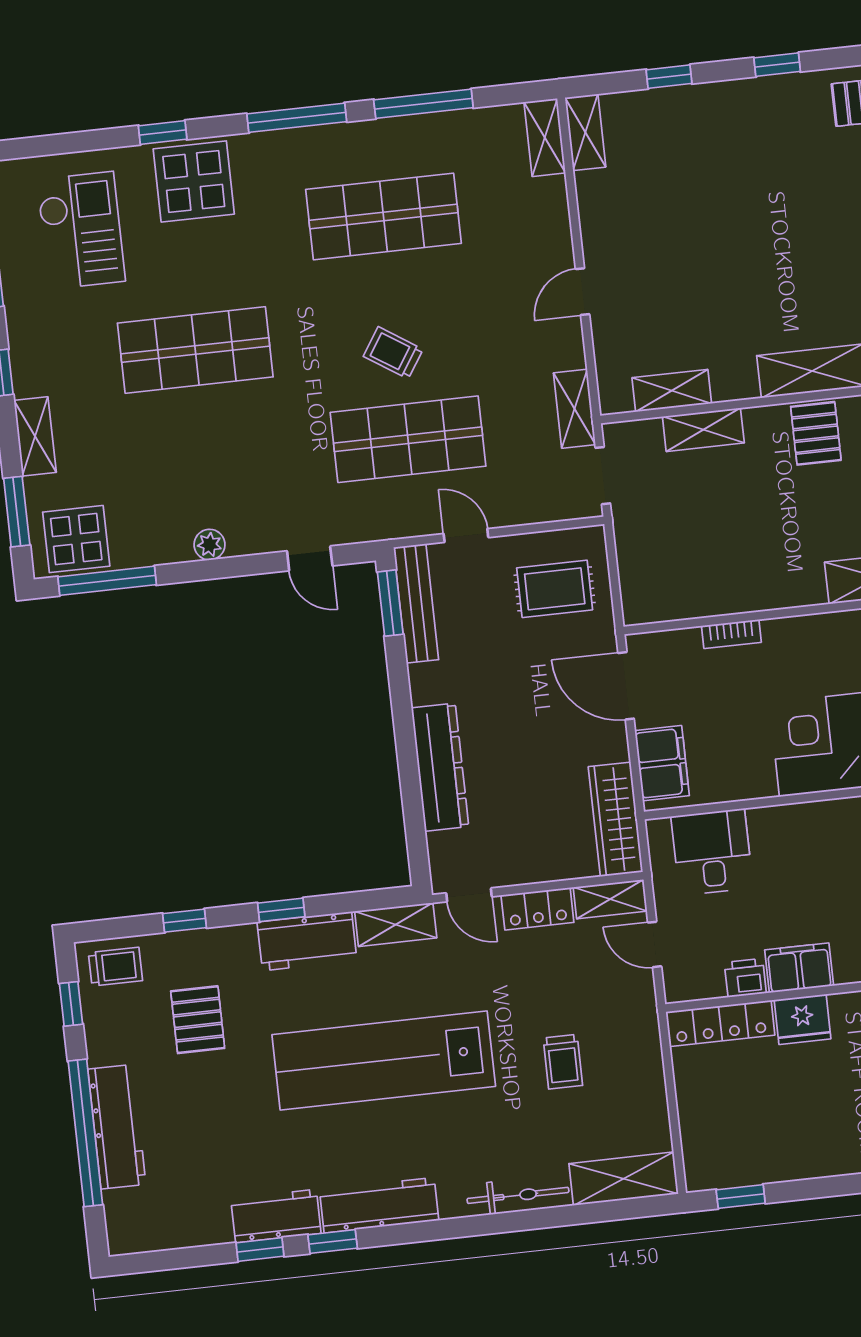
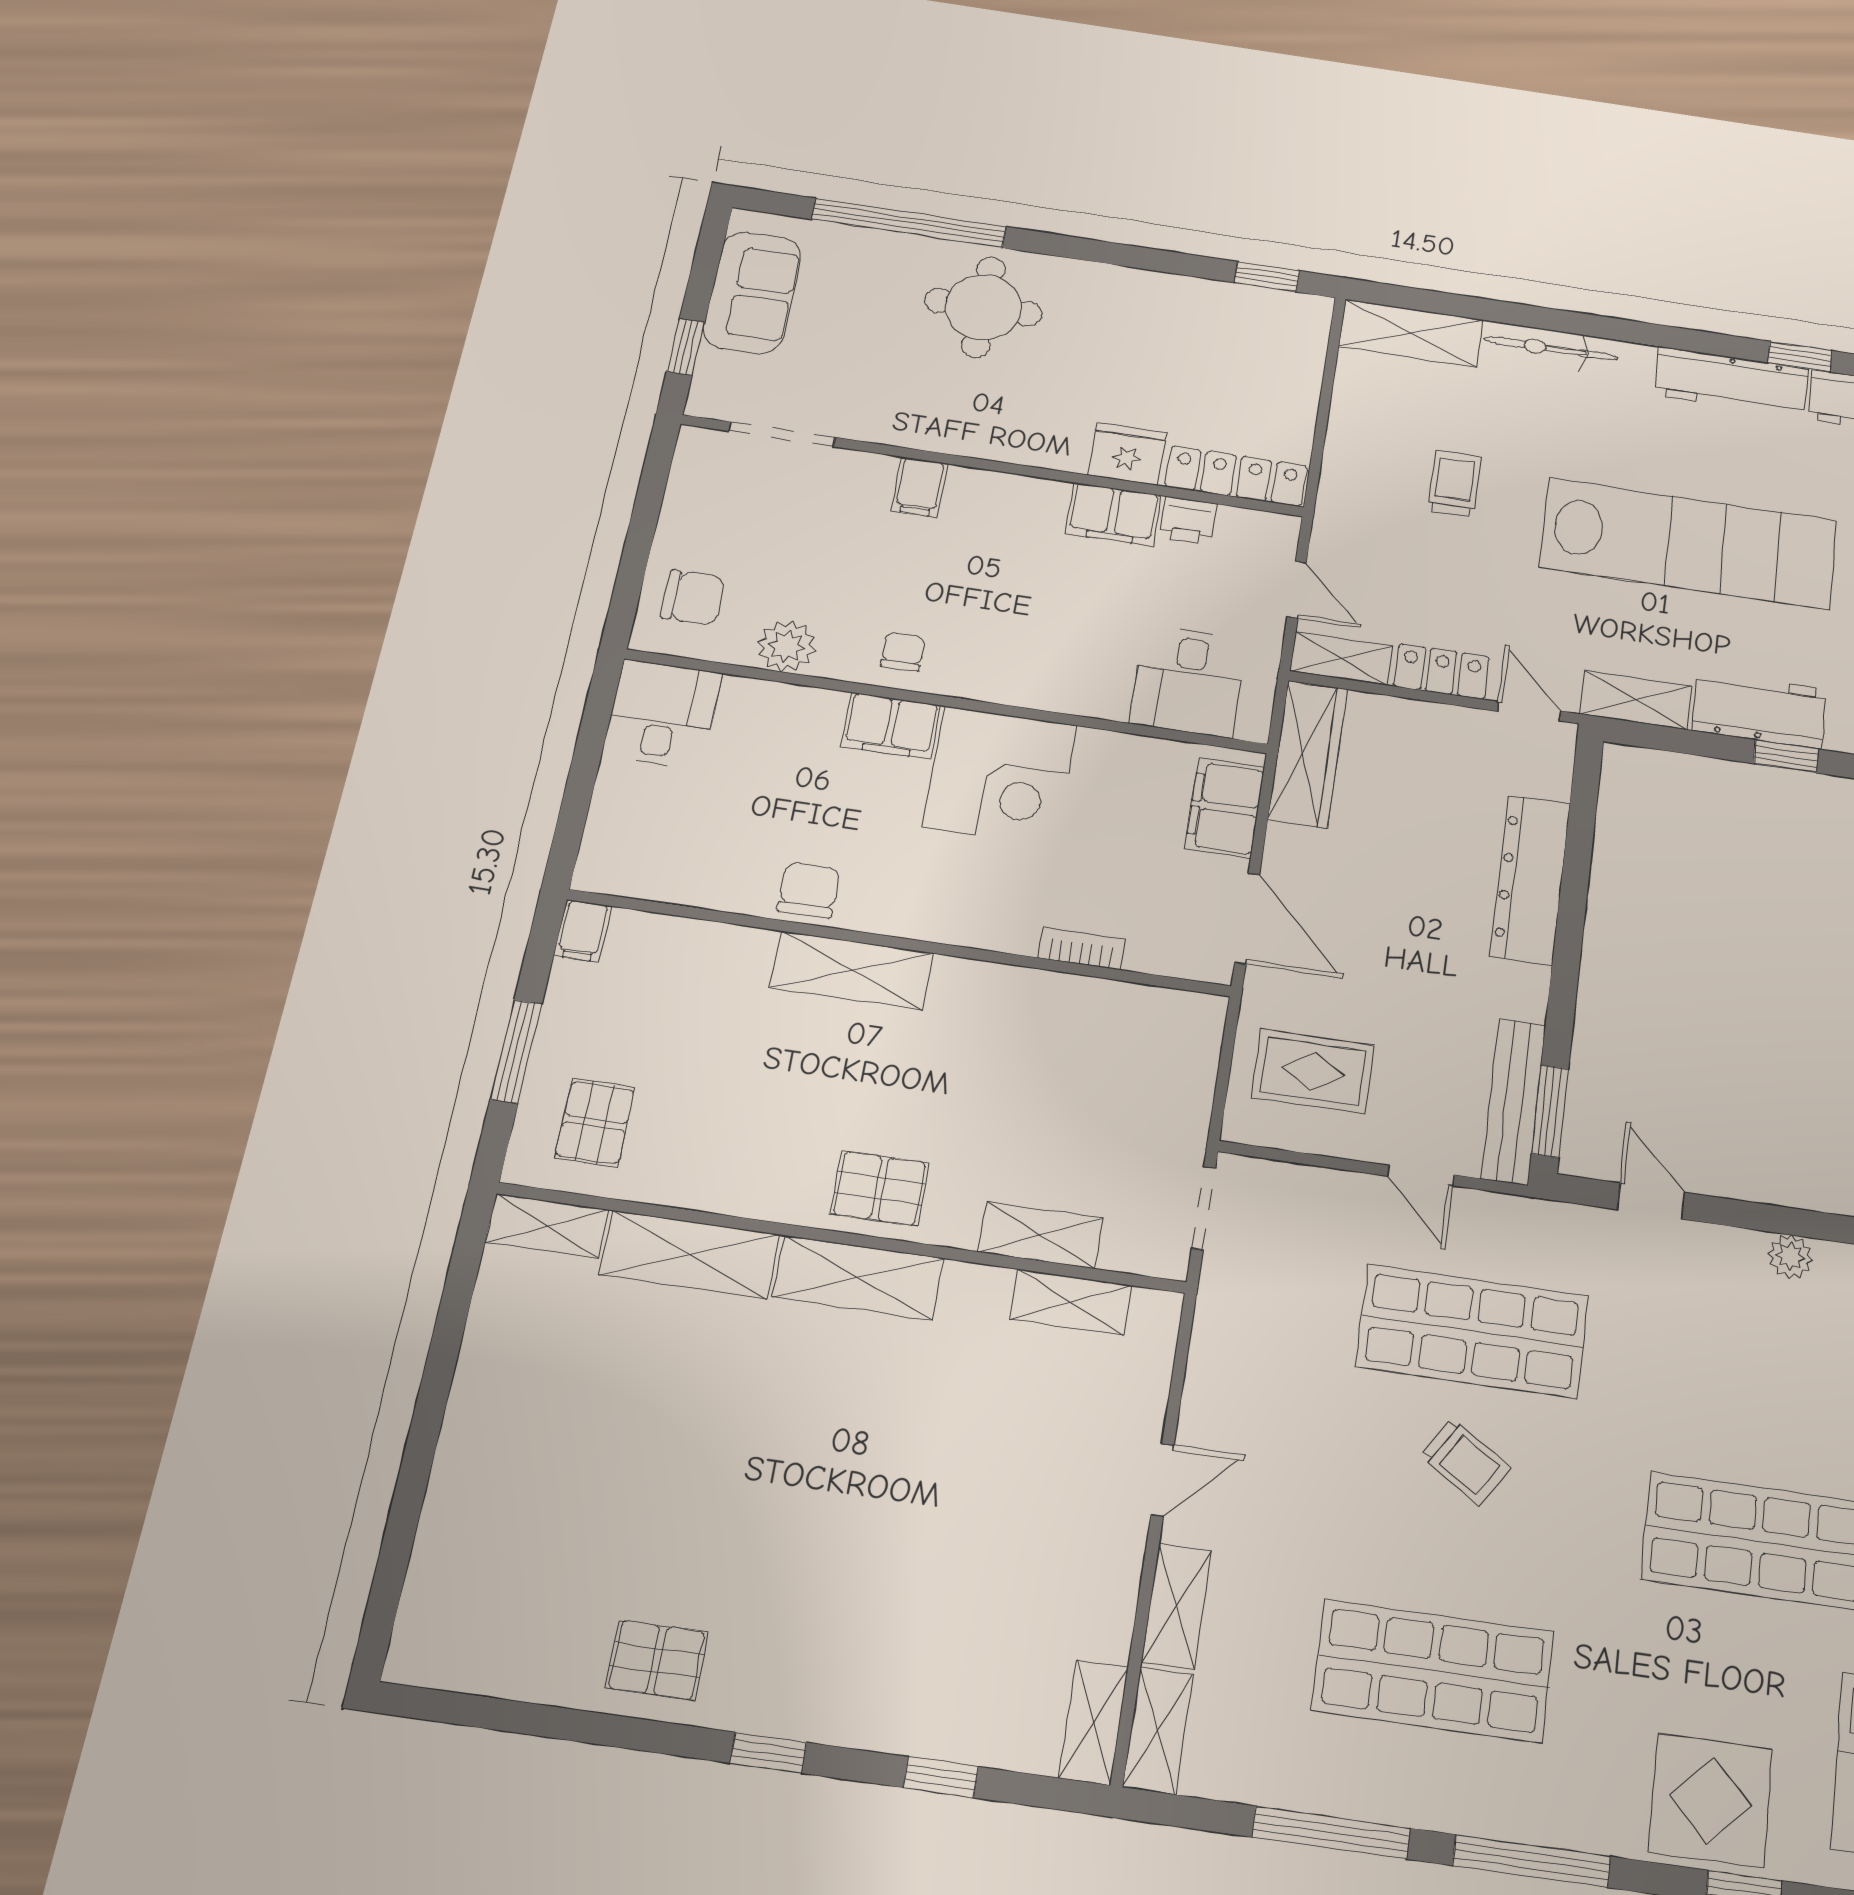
shelving: (575, 409) -> (1176, 1606), moved
pallet: (816, 433) -> (880, 1188), turned 90

